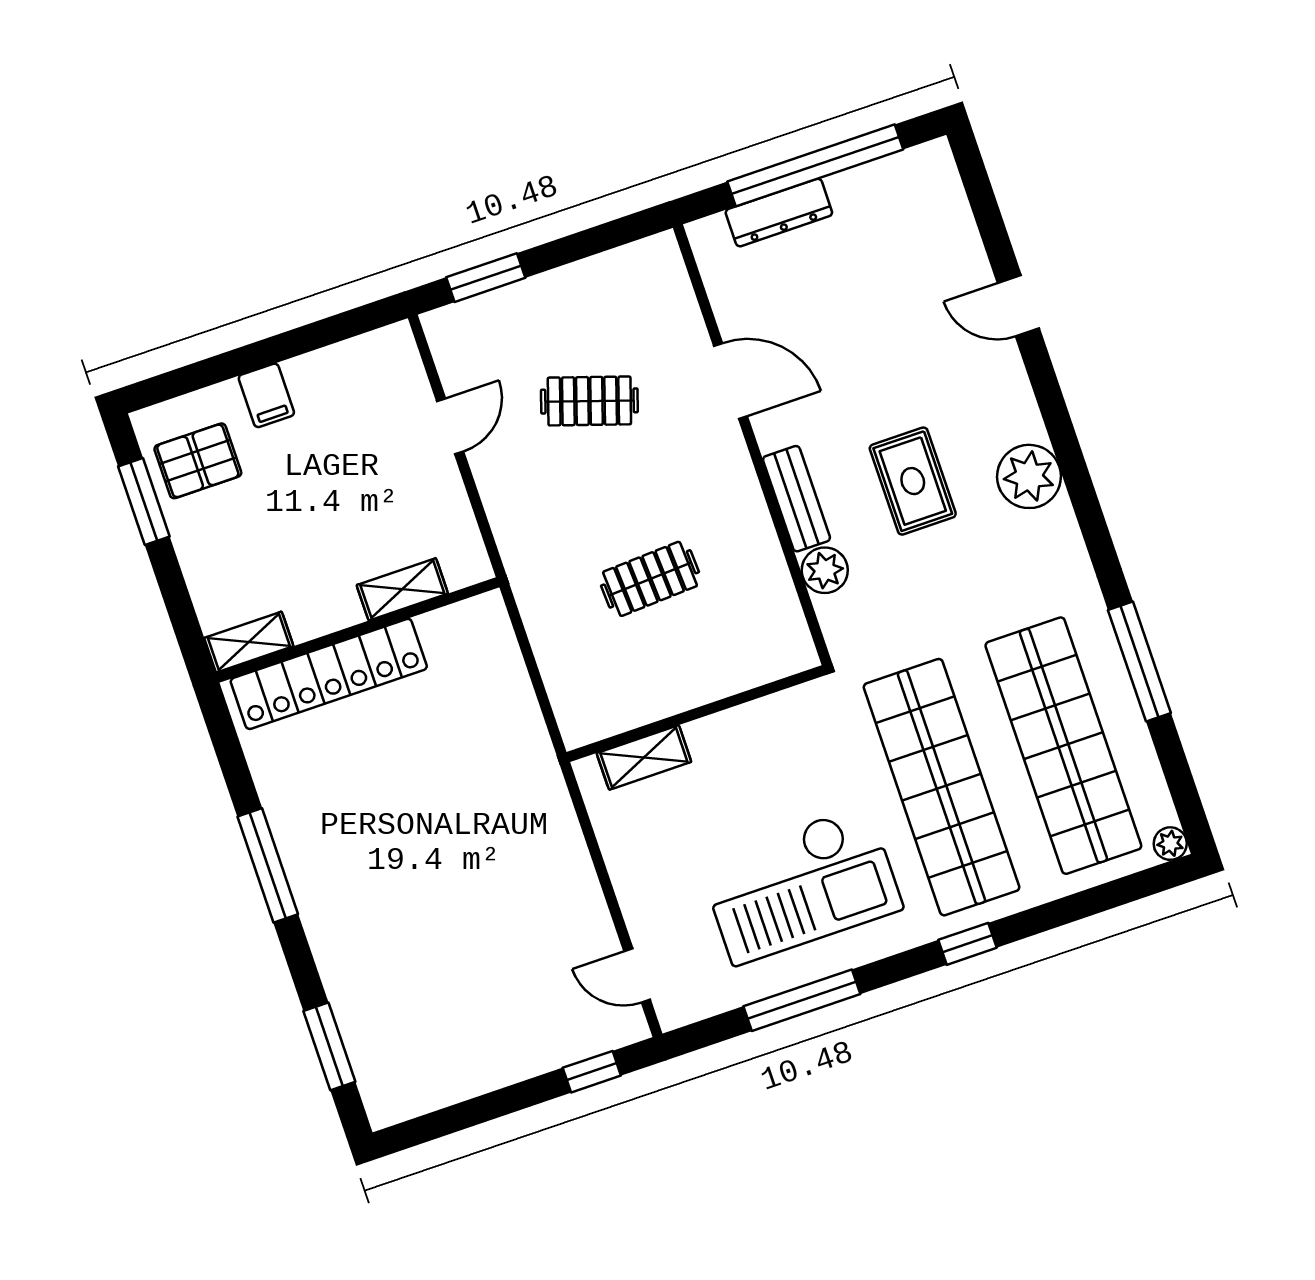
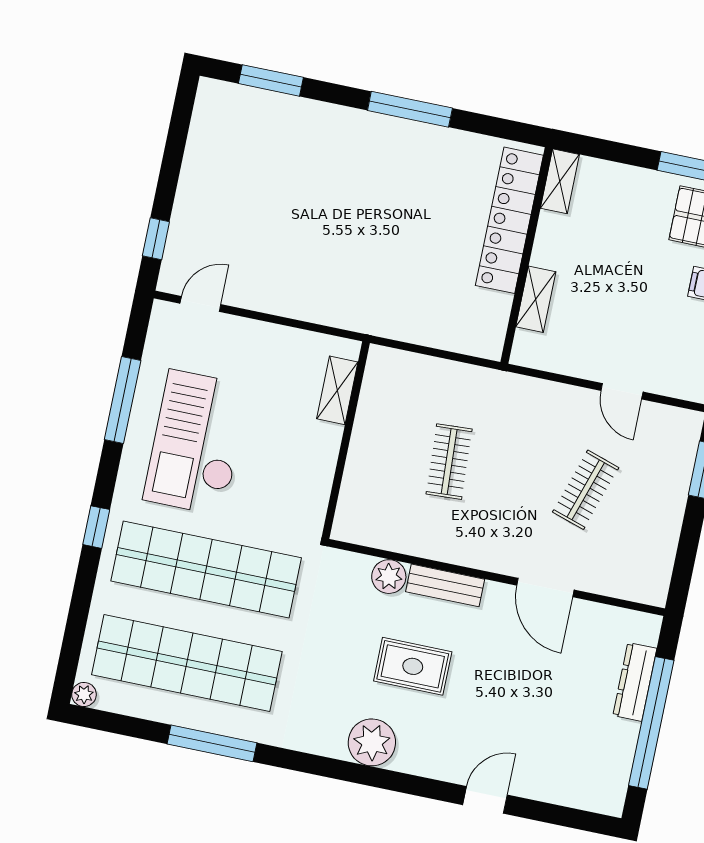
door: (731, 381) -> (545, 588), hinge flipped

